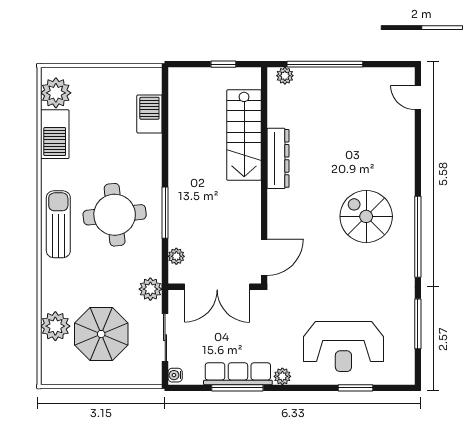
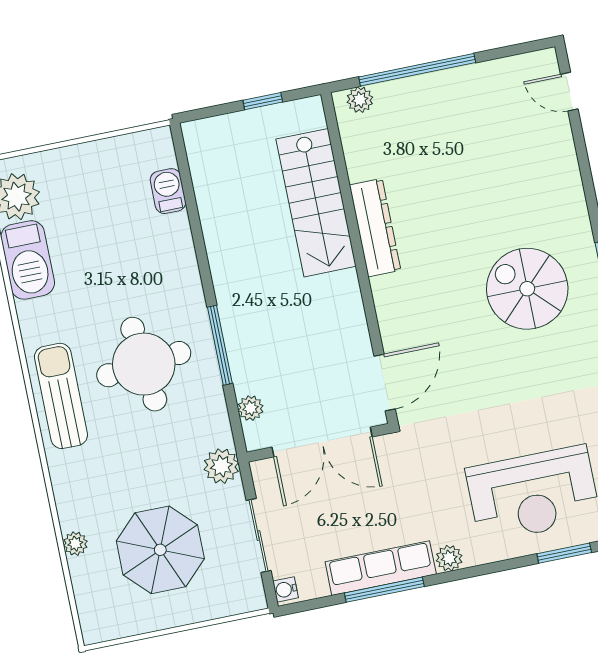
barbecue: (149, 114) -> (168, 191), width x0.73, depth x0.79
plant: (55, 326) -> (75, 544), width x0.53, depth x0.53

